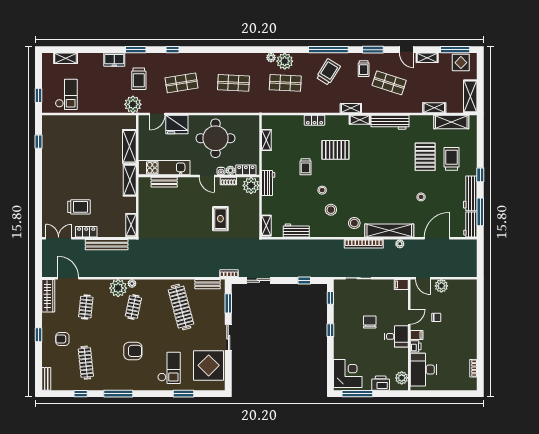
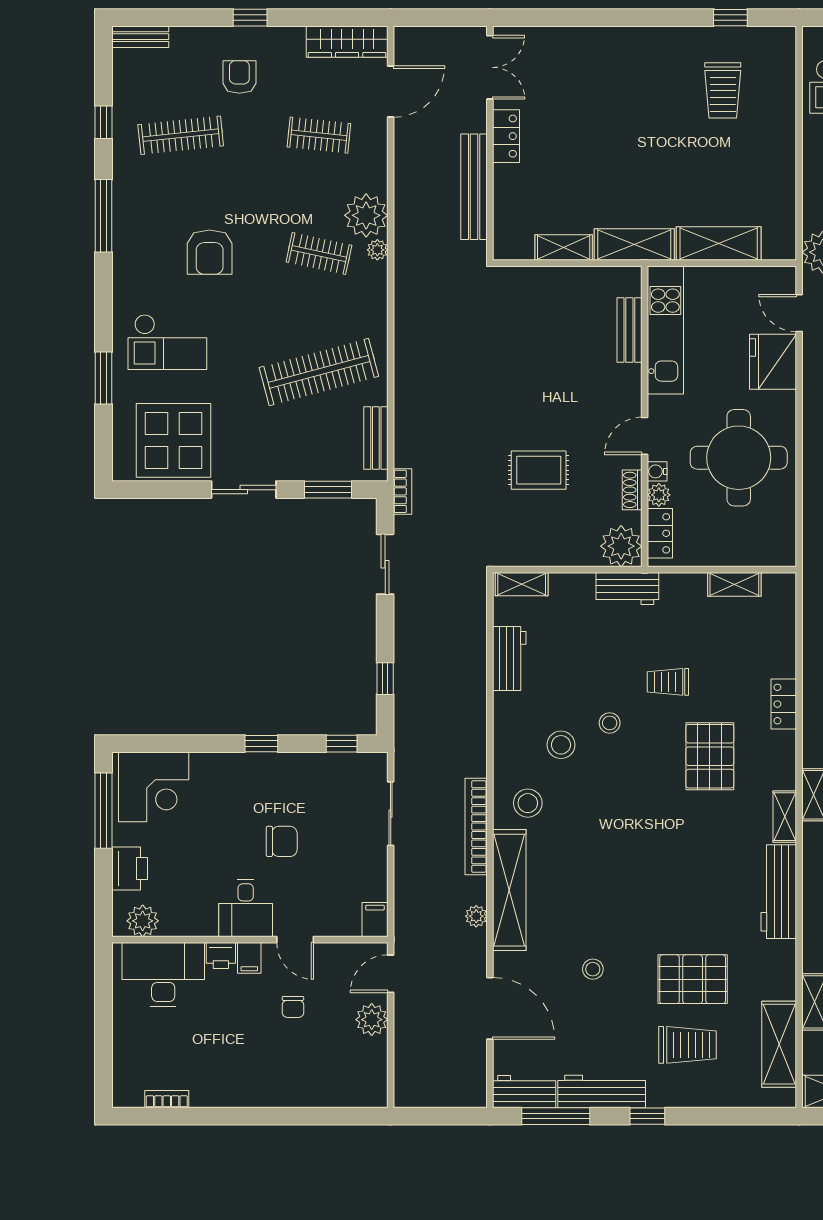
trolley: (79, 207) -> (723, 90), moved
shelving: (131, 225) -> (564, 248), moved

